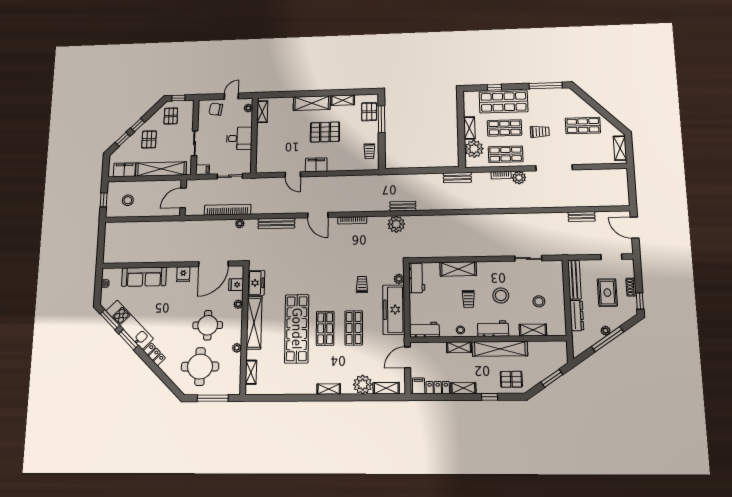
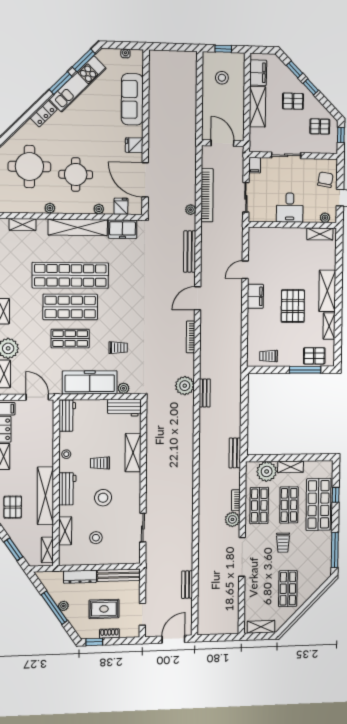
shelving: (161, 169) -> (257, 107), width x0.68
shop shelf: (325, 328) -> (70, 307), width x1.43, depth x1.36
shelving: (459, 347) -> (47, 550), moved

